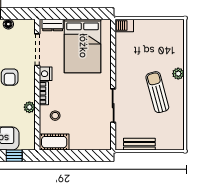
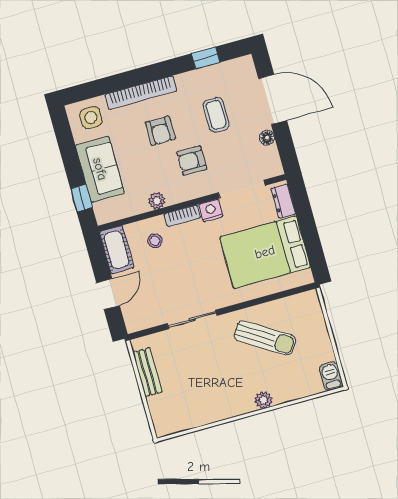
barbecue: (124, 26) -> (331, 376), moved
sun lounger: (157, 92) -> (265, 338), moved, turned 47
door: (81, 156) -> (108, 294), added

